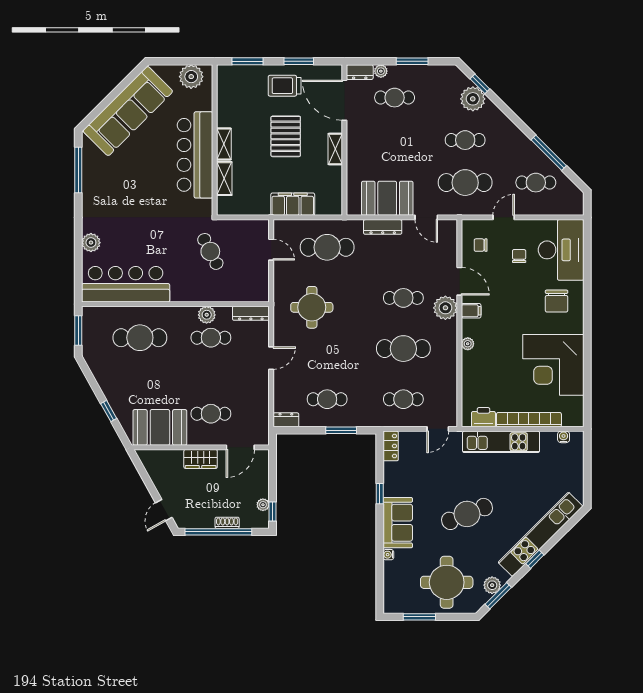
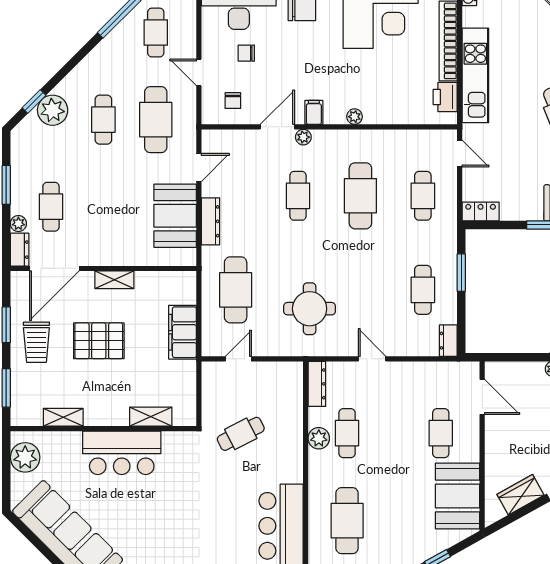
shelving: (224, 144) -> (63, 417), moved
bar counter: (195, 155) -> (122, 453), width x0.73
plant: (445, 308) -> (303, 137), width x0.53, depth x0.53
wardrobe: (201, 459) -> (520, 495), moved, turned -119

